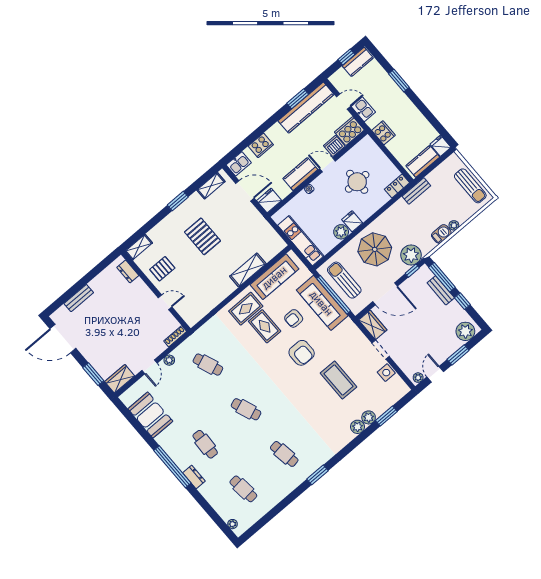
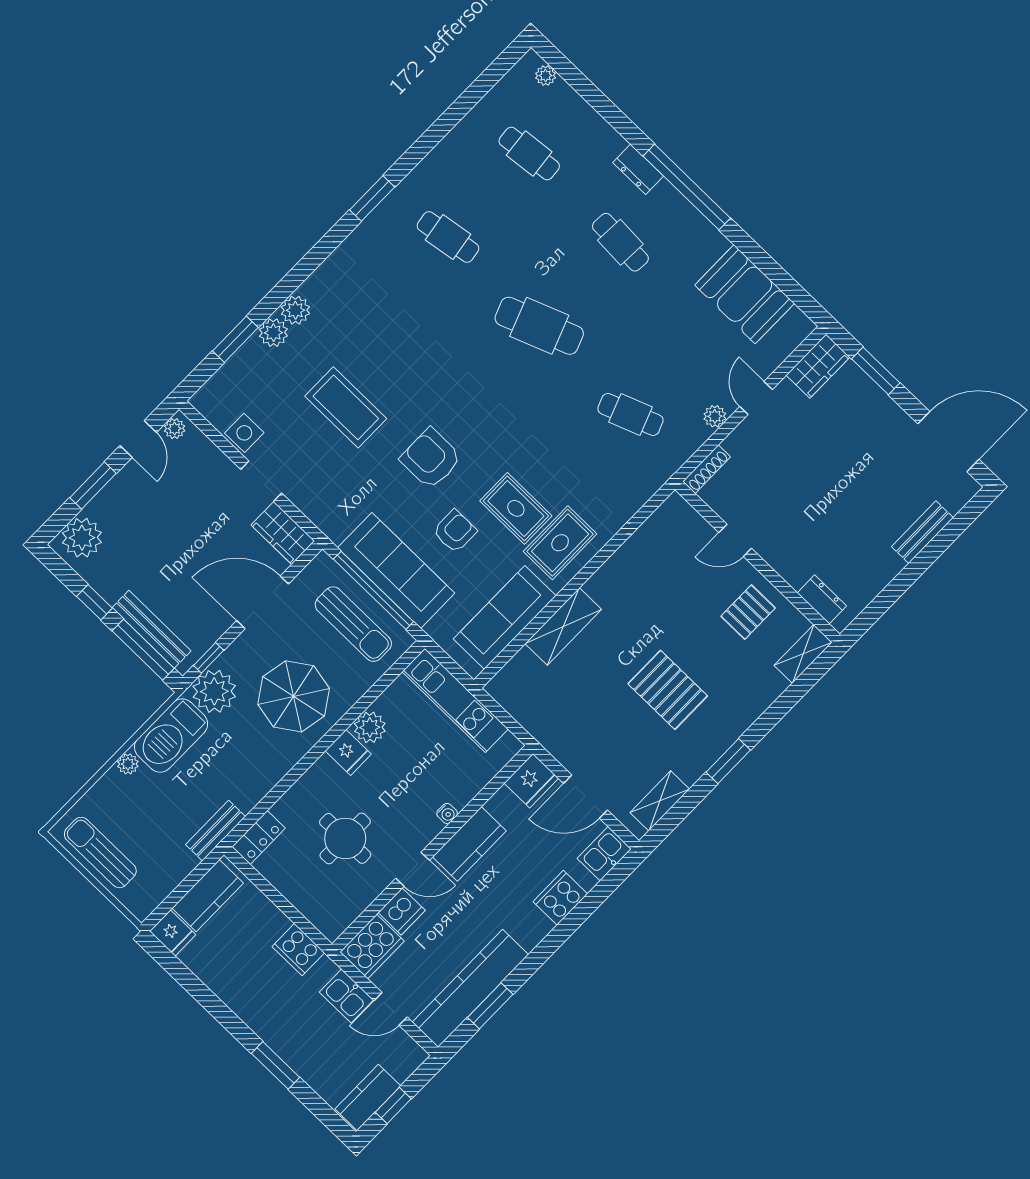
barbecue: (441, 234) -> (171, 736), width x1.88, depth x1.53
bench: (441, 290) -> (151, 629), width x1.36
cafe table: (246, 409) -> (539, 326), width x1.37, depth x1.35

